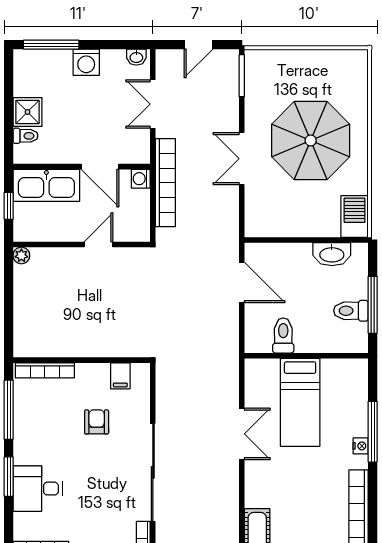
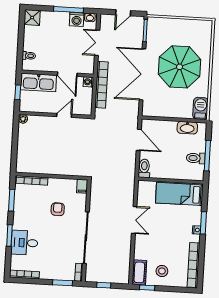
window: (51, 45) -> (68, 10), moved
washing machine: (86, 62) -> (77, 19), moved
shower: (28, 112) -> (32, 18), moved
double door: (242, 159) -> (143, 74), width x1.87
toilet: (283, 335) -> (144, 168), moved
filing cabinet: (120, 376) -> (82, 186), moved
bed: (300, 402) -> (179, 194), moved, turned 90
window: (9, 410) -> (12, 200), width x0.69
window: (373, 432) -> (203, 223), width x0.69
stool: (300, 527) -> (162, 271), added

